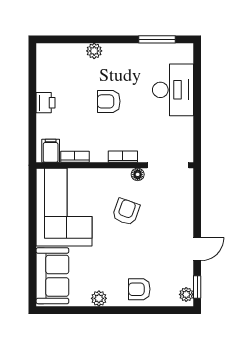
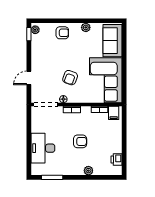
printer: (46, 103) -> (117, 159), moved
door: (197, 249) -> (29, 78), moved

